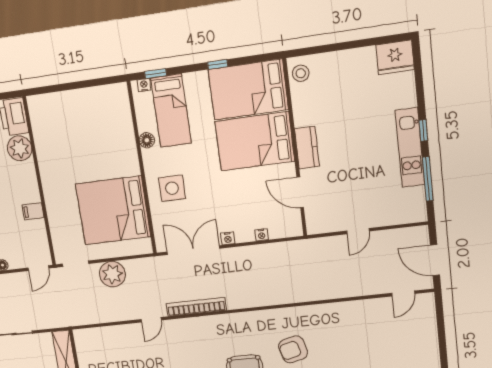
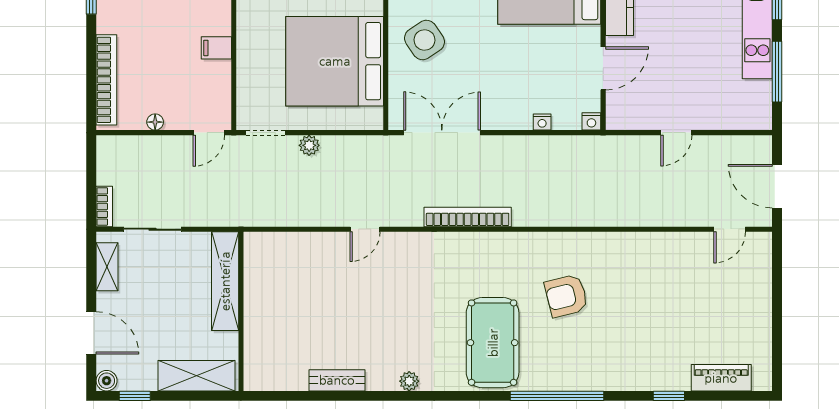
side table: (172, 188) -> (424, 40), turned -34
door: (300, 192) -> (603, 68), swing flipped
nightstand: (228, 238) -> (591, 121), moved
plant: (112, 274) -> (309, 145), width x0.53, depth x0.53
bookcase: (196, 307) -> (468, 217), moved

